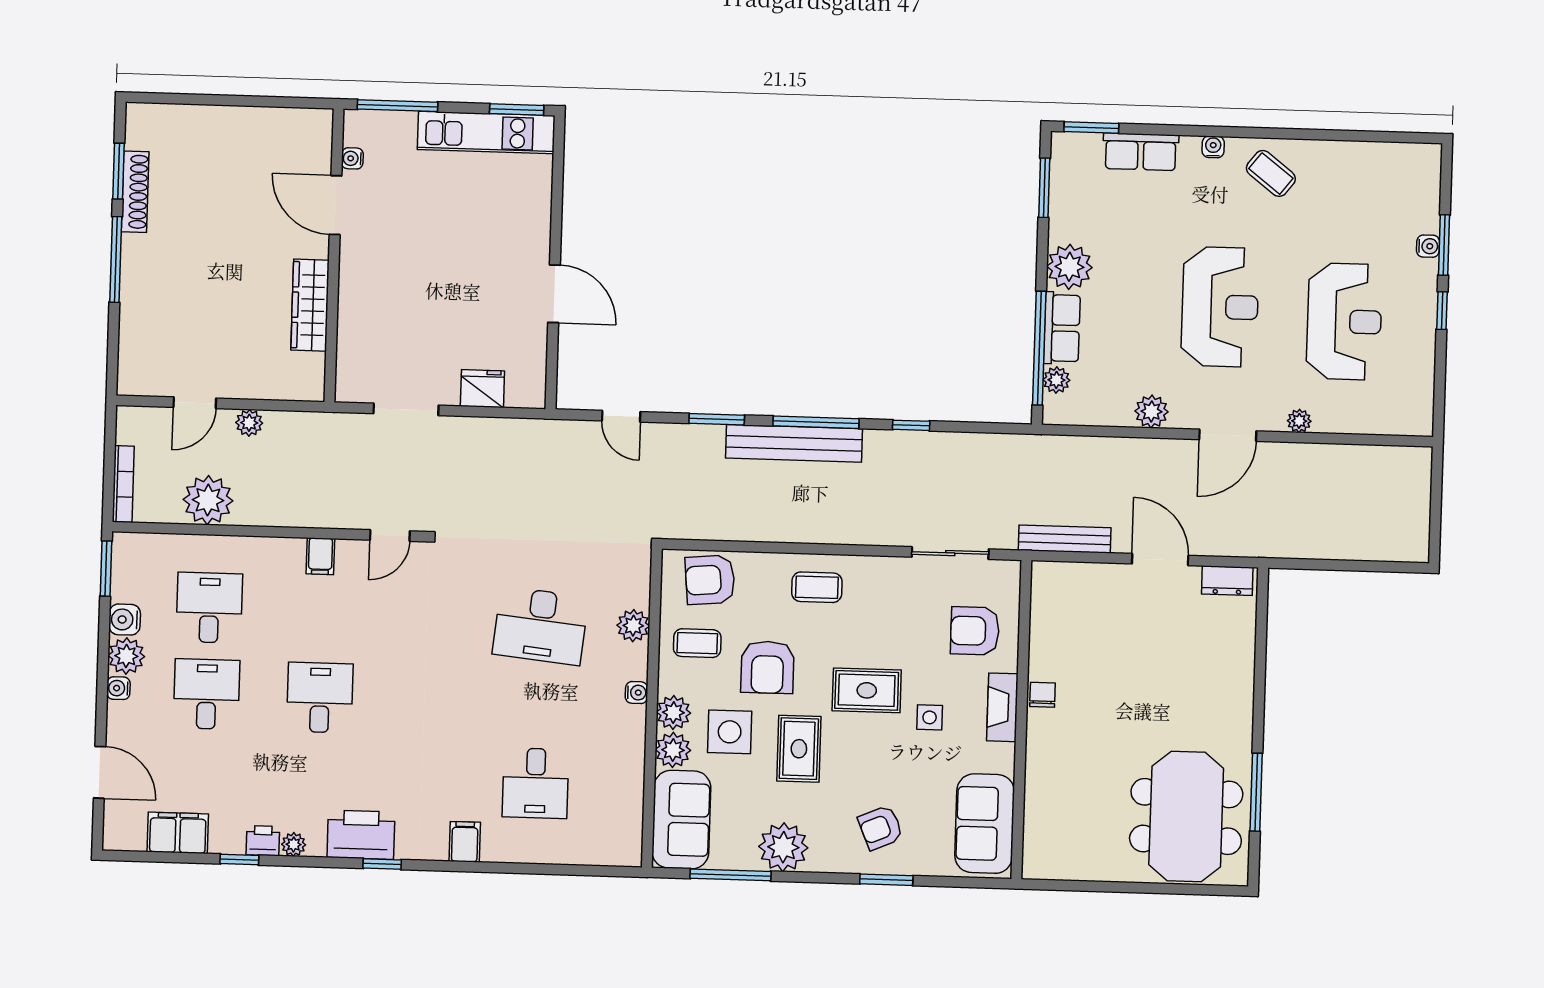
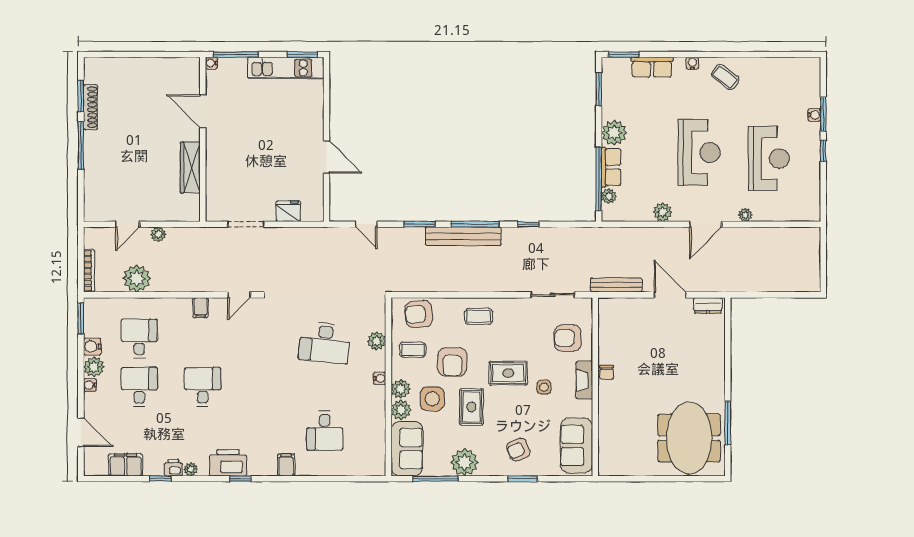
water cooler: (352, 158) -> (211, 63), moved
chair: (1042, 695) -> (607, 373), turned 180

